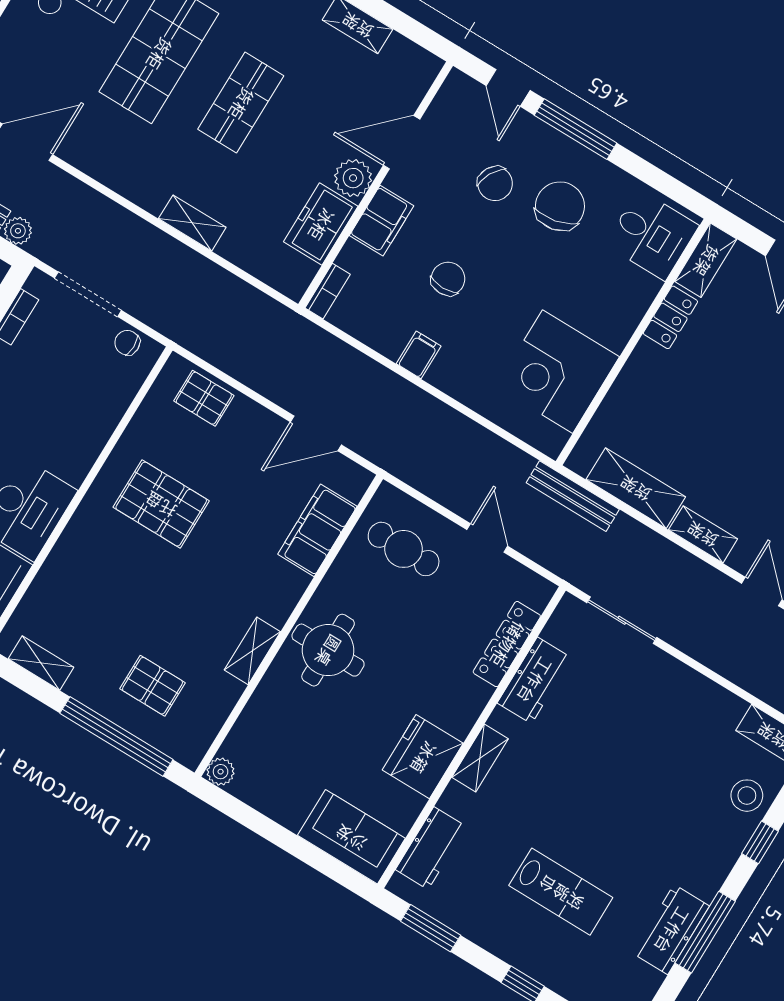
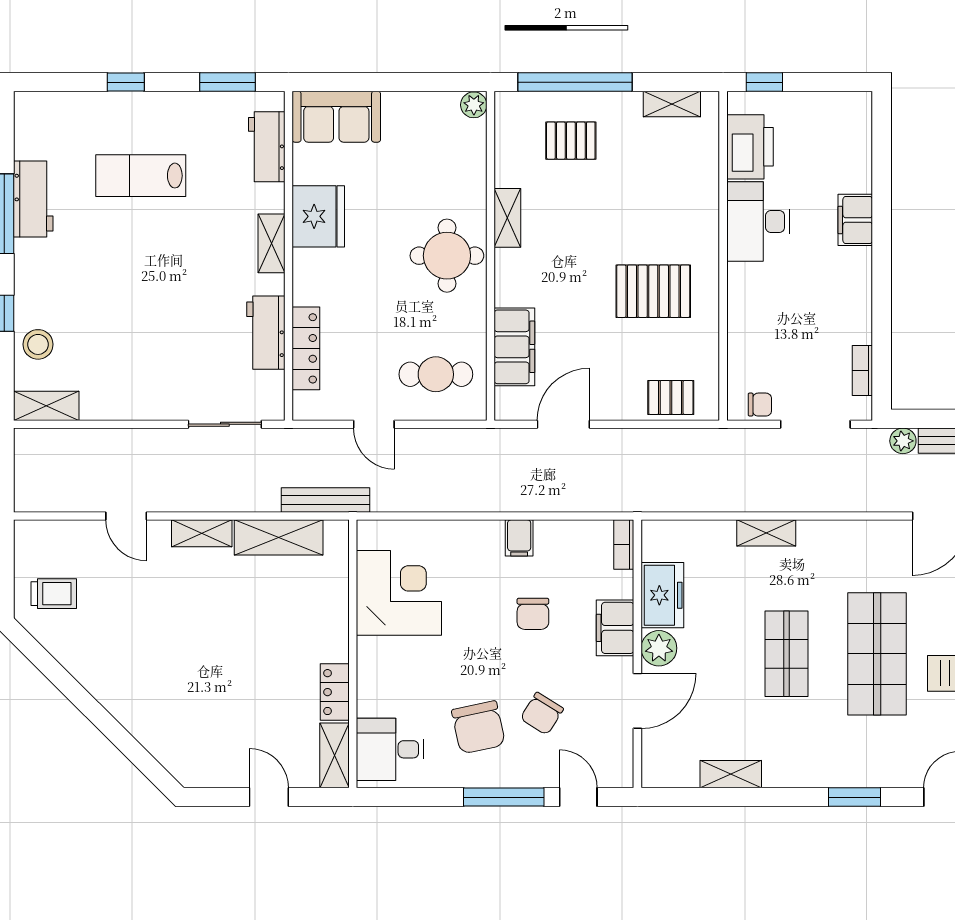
chair: (495, 184) -> (542, 714), turned -86

